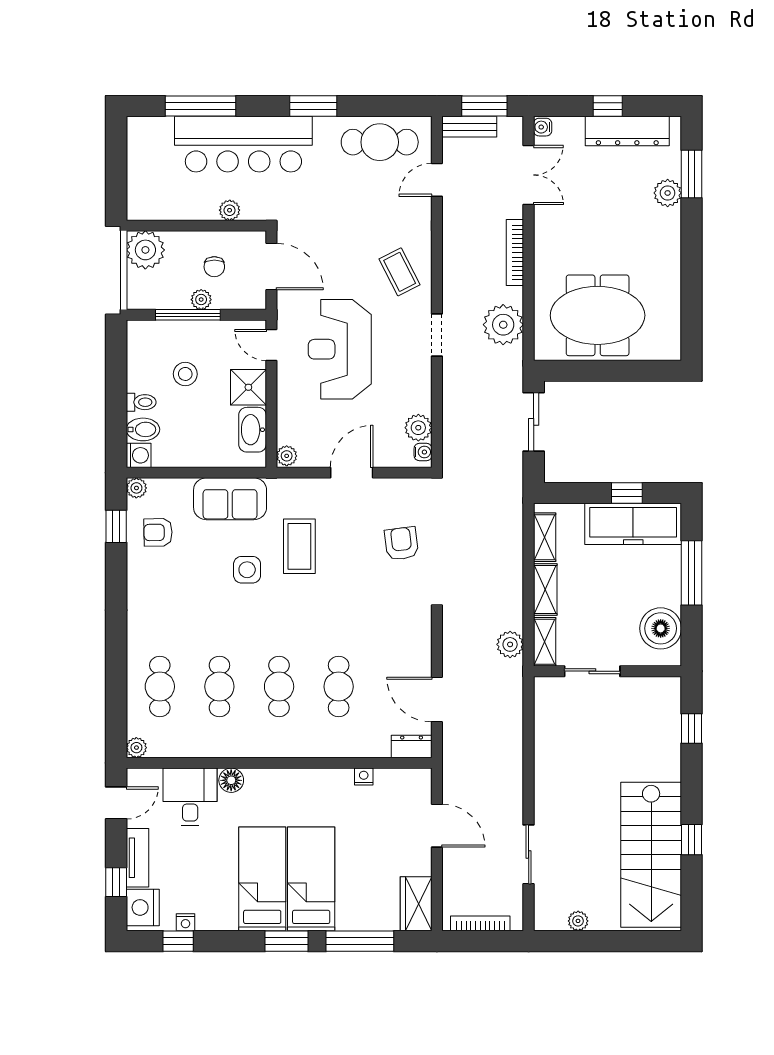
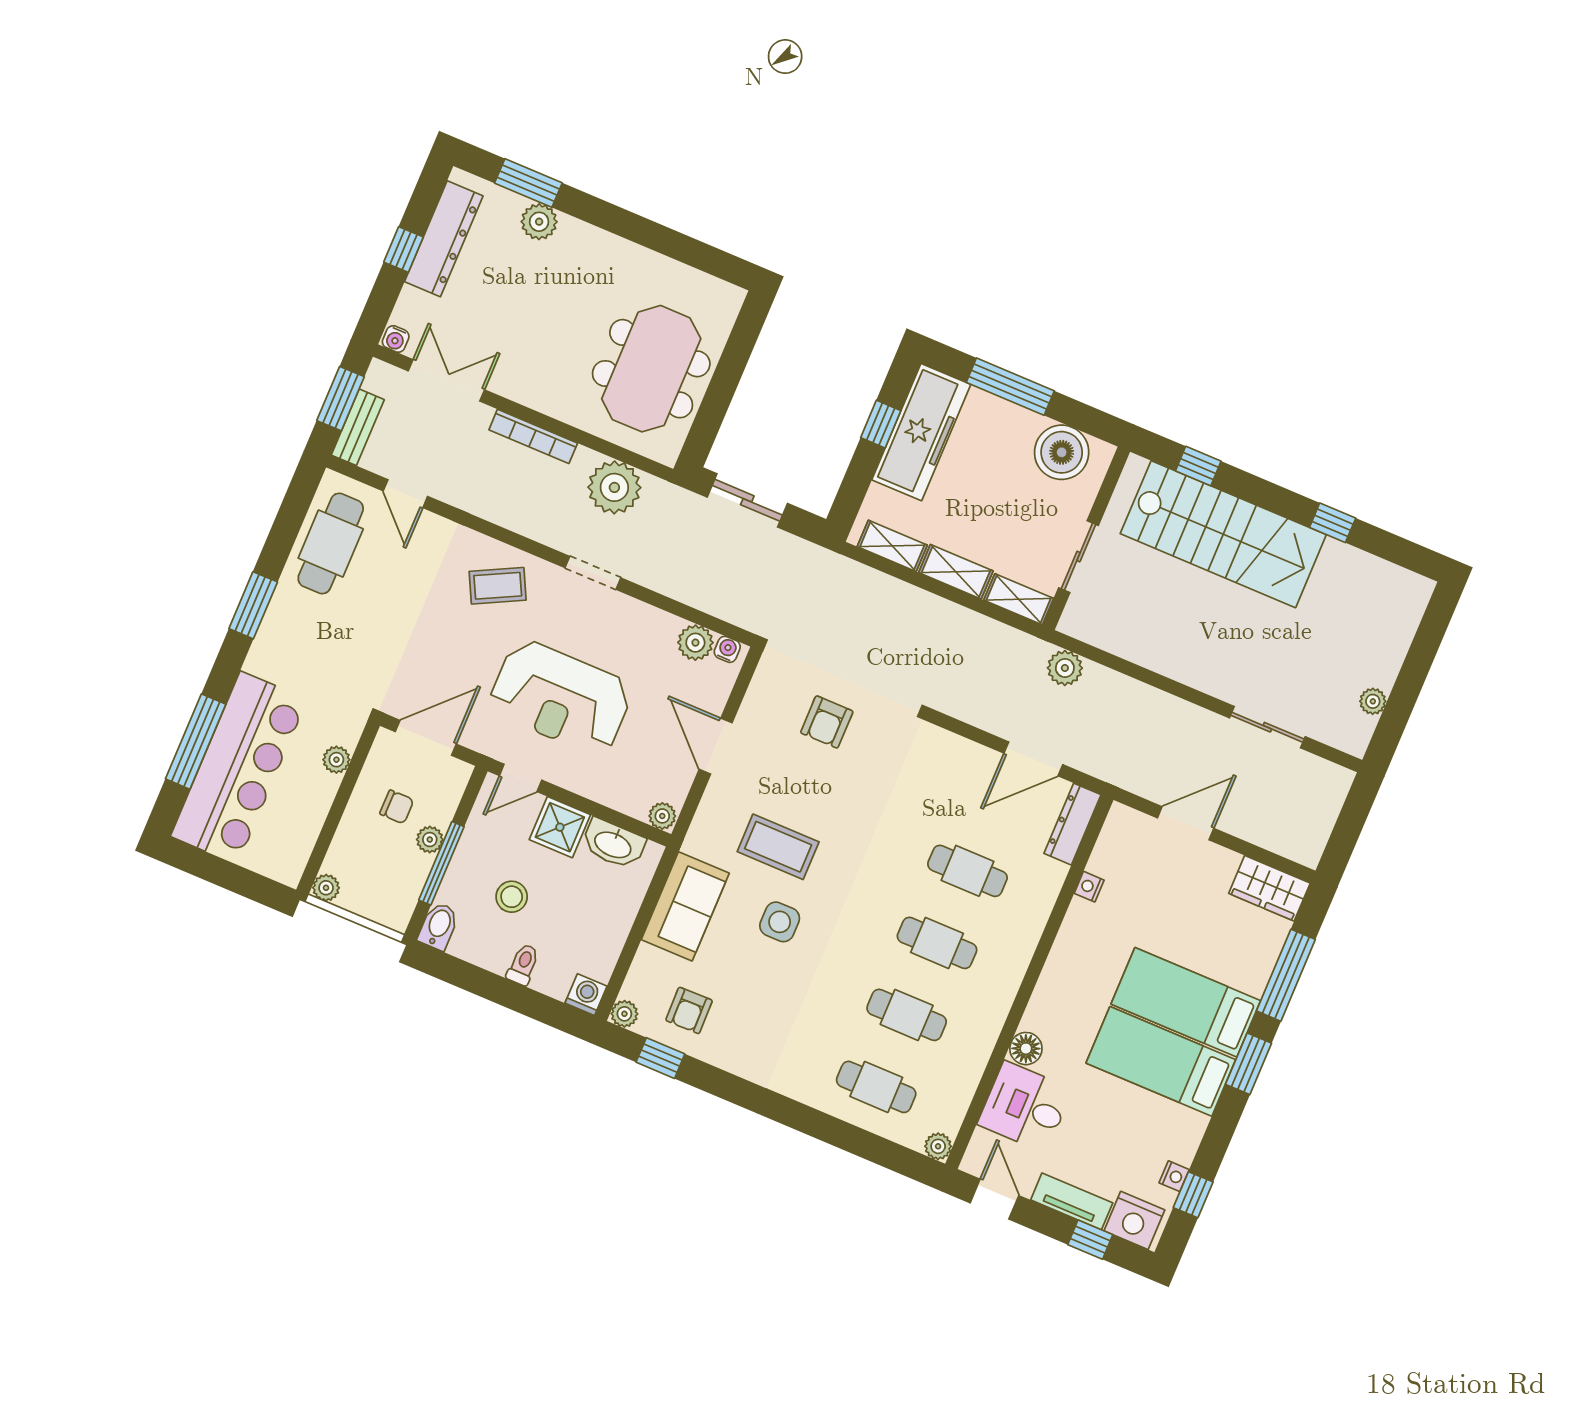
bar counter: (243, 144) -> (239, 768), moved
plant: (145, 250) -> (326, 888), width x0.53, depth x0.53
bidet: (143, 429) -> (439, 926), moved
armchair: (402, 544) -> (827, 722), turned -83
plant: (510, 644) -> (1065, 668), moved
dresser: (412, 746) -> (1073, 824), width x1.44
stairs: (651, 855) -> (1223, 534), moved
bookcase: (480, 923) -> (1326, 821), removed

